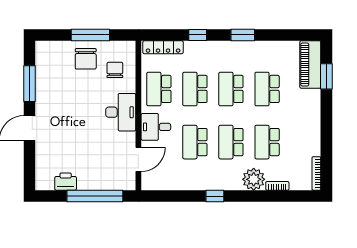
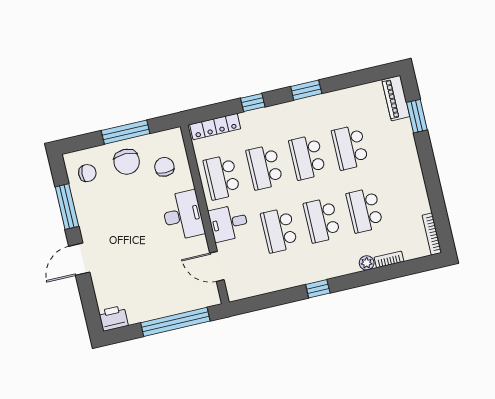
chair: (52, 61) -> (87, 173), added
piano: (310, 64) -> (396, 98), width x0.73, depth x0.75
door: (138, 159) -> (217, 266), swing flipped
plant: (254, 179) -> (367, 263), width x0.53, depth x0.53
printer: (66, 182) -> (113, 318), moved

